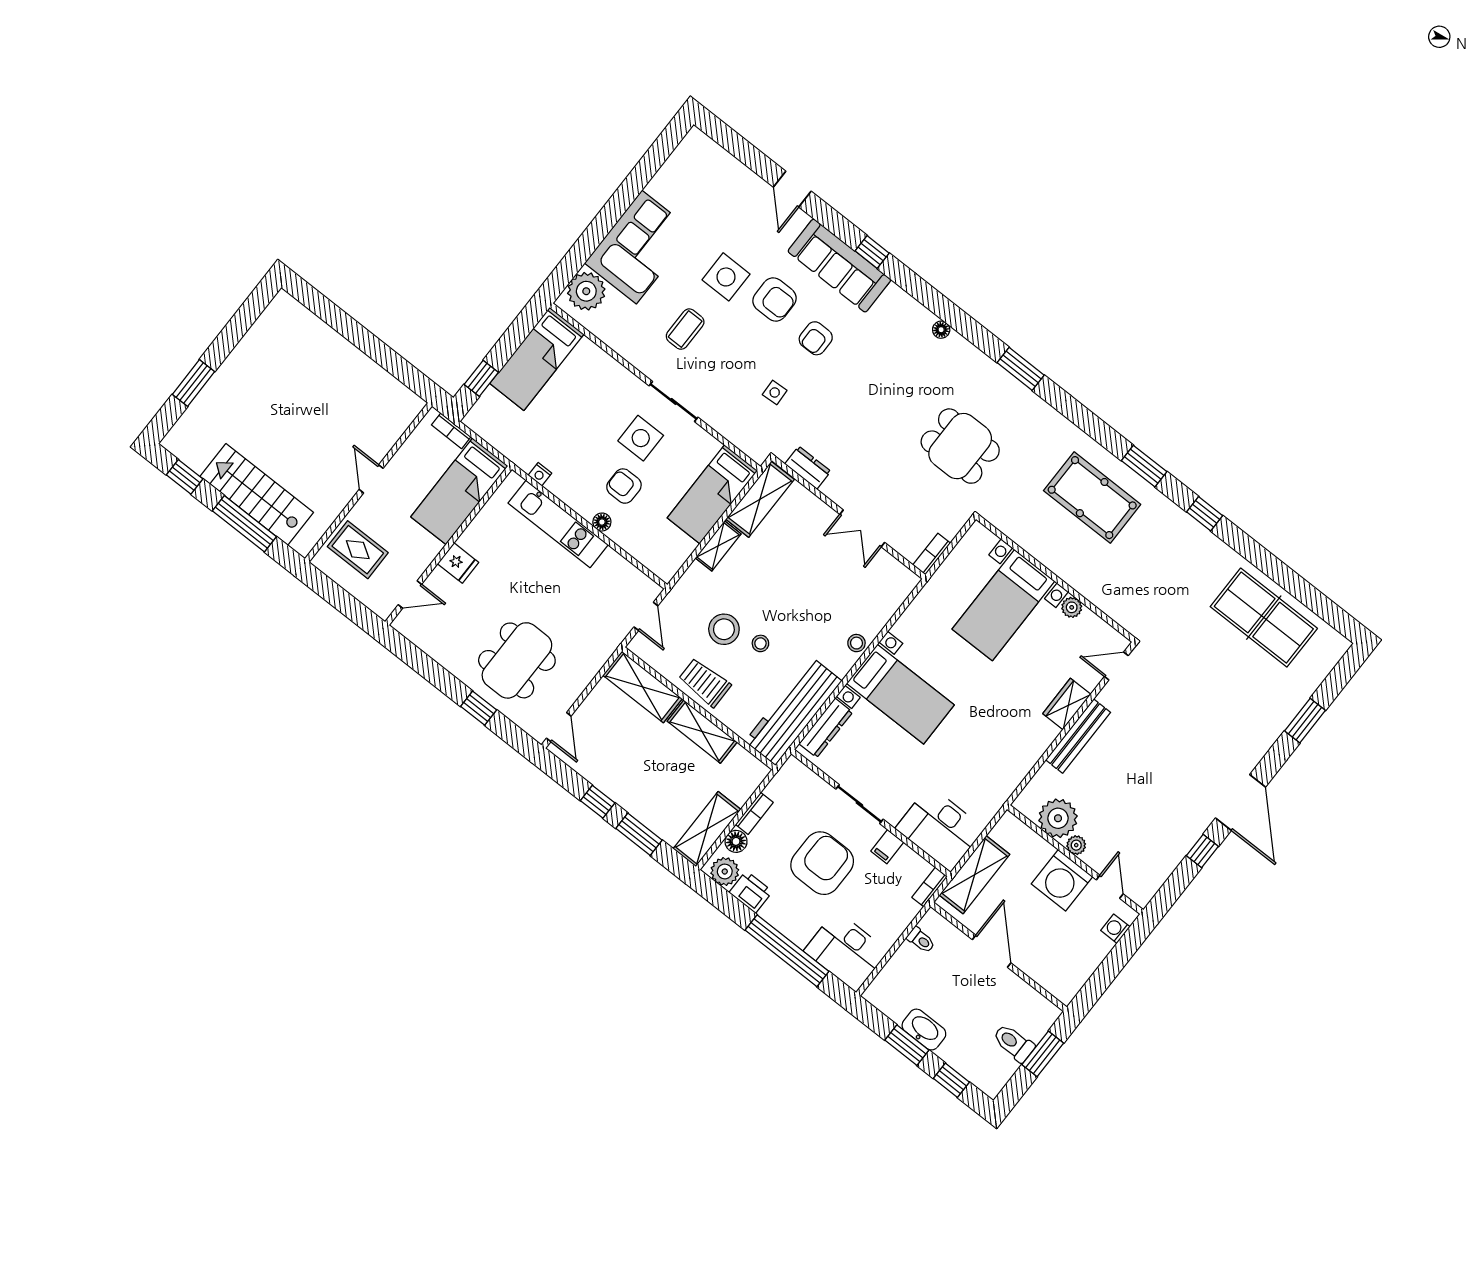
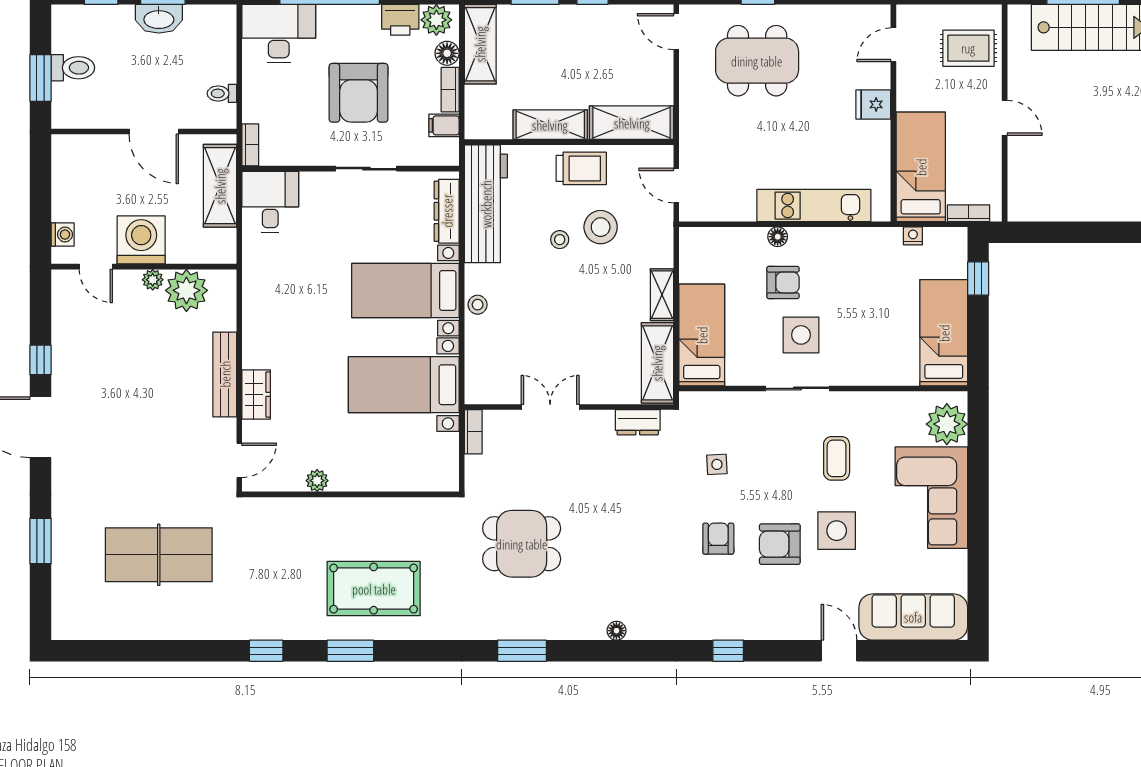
sofa: (839, 266) -> (913, 617), moved
nightstand: (540, 474) -> (913, 236), moved
bed with nightstands: (1003, 605) -> (404, 385), moved, turned -90
table tennis table: (1264, 618) -> (159, 555), moved
dining table: (517, 660) -> (757, 61), turned 90
desk: (940, 829) -> (270, 202), width x0.73
filing cabinet: (887, 847) -> (444, 125), moved, turned -90

